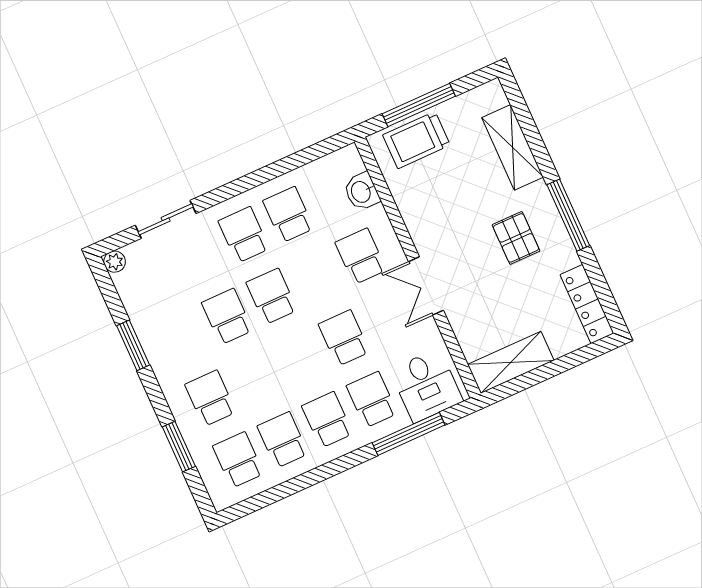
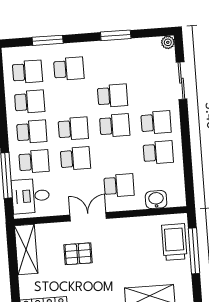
pallet: (516, 238) -> (78, 254), moved
school desk: (299, 358) -> (73, 129), added

